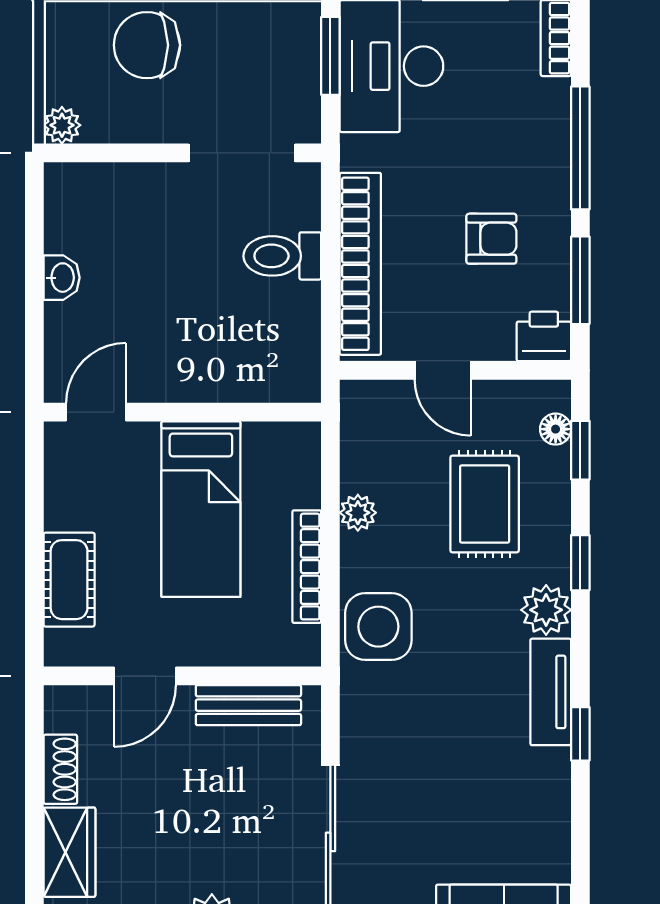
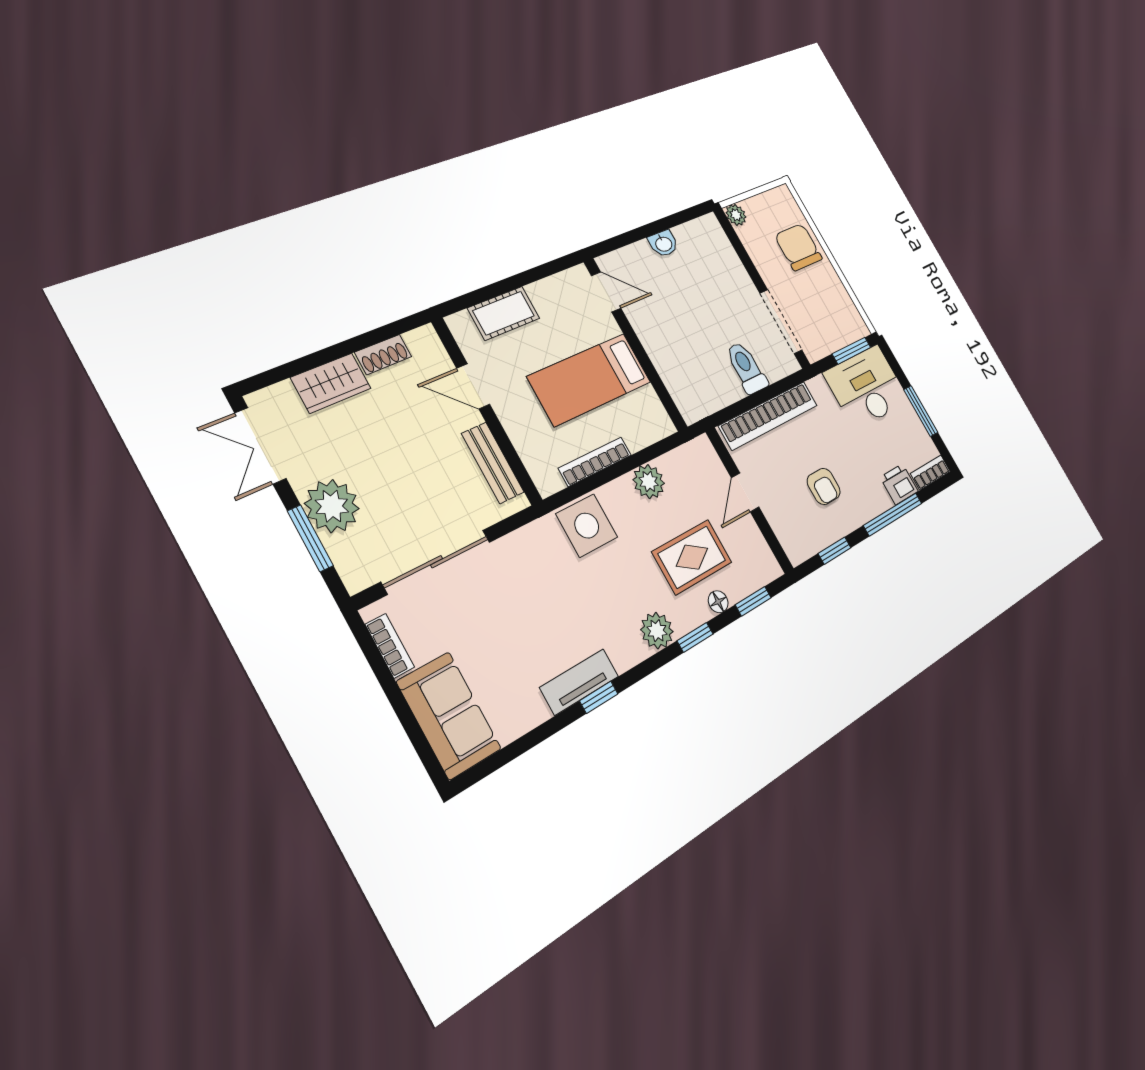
window: (580, 280) -> (835, 551), width x0.67
printer: (544, 336) -> (899, 484), moved, turned -90
floor lamp: (556, 429) -> (718, 602), moved
plant: (358, 513) -> (649, 482), width x1.38, depth x1.38
tv unit: (551, 692) -> (579, 682), moved

